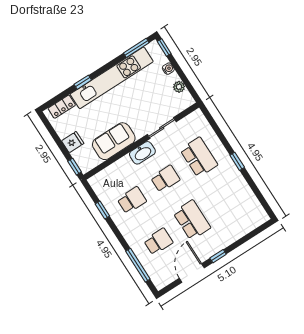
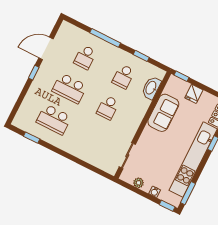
sliding door: (162, 128) -> (127, 156), moved
washbasin: (142, 153) -> (151, 88), moved
school desk: (199, 157) -> (54, 119), moved
window: (237, 161) -> (32, 138), moved
window: (138, 265) -> (105, 38), moved
door: (192, 273) -> (46, 48), swing flipped

